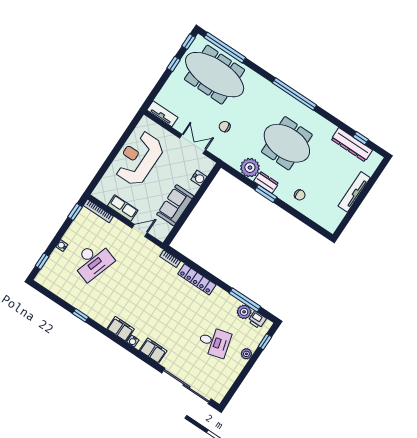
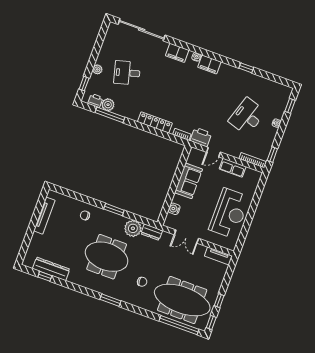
window: (294, 94) -> (110, 300), width x0.47
chair: (225, 127) -> (142, 282), moved
dresser: (266, 182) -> (152, 232), moved
tv unit: (354, 192) -> (44, 216), moved
printer: (150, 251) -> (201, 137), added

